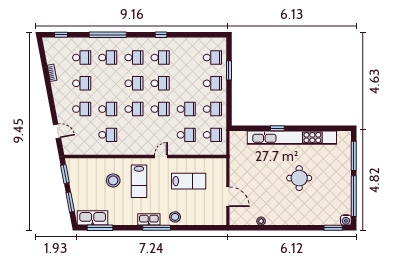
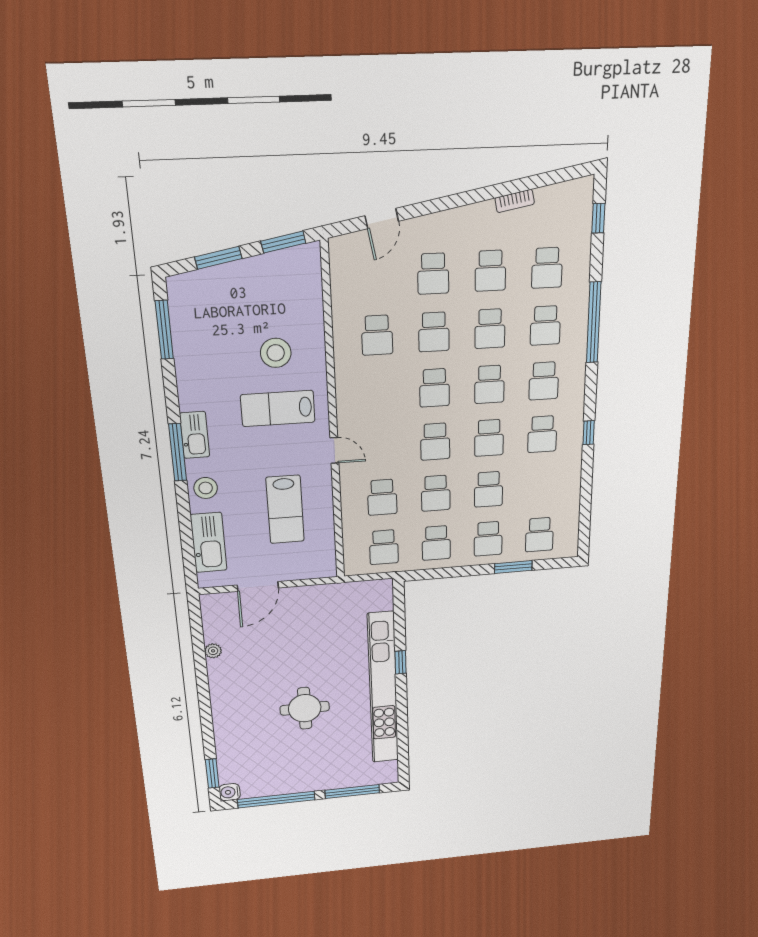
school desk: (108, 83) -> (490, 329), added
school desk: (186, 83) -> (489, 489), added
kitchen sink: (93, 218) -> (209, 542), moved

